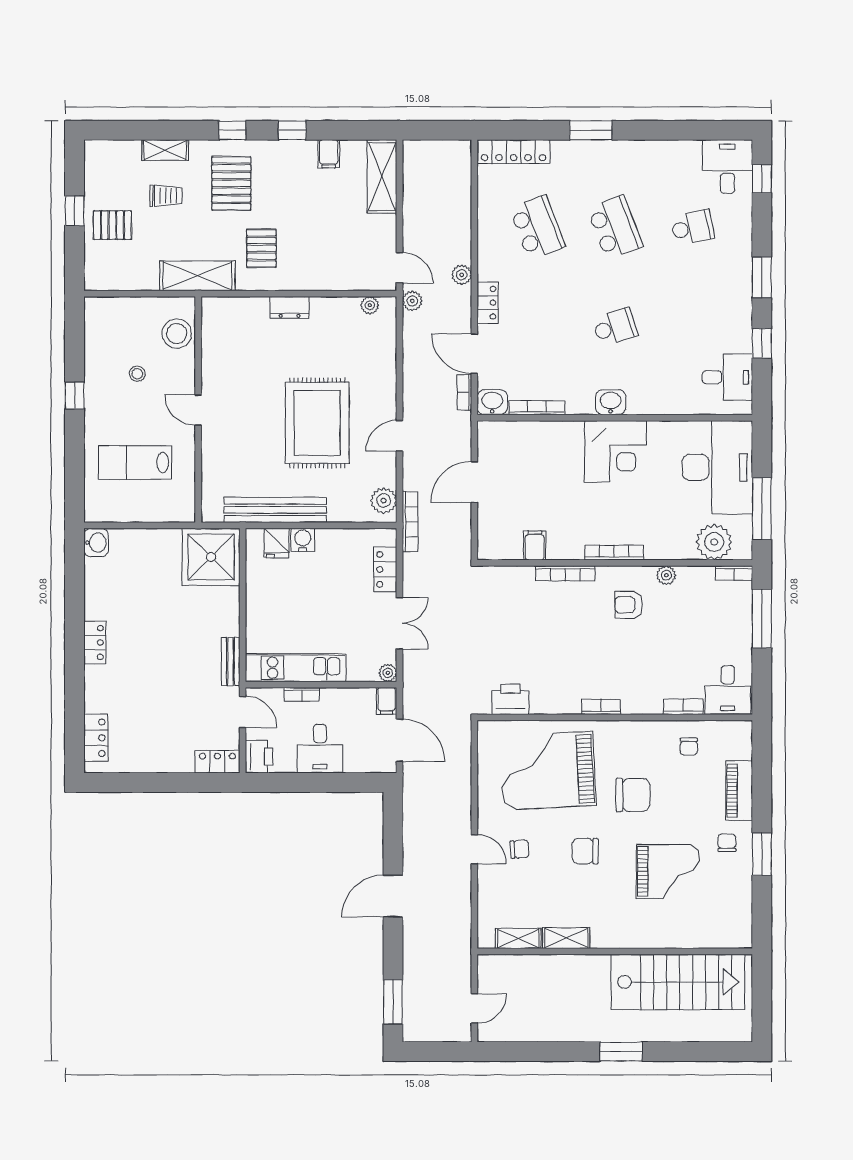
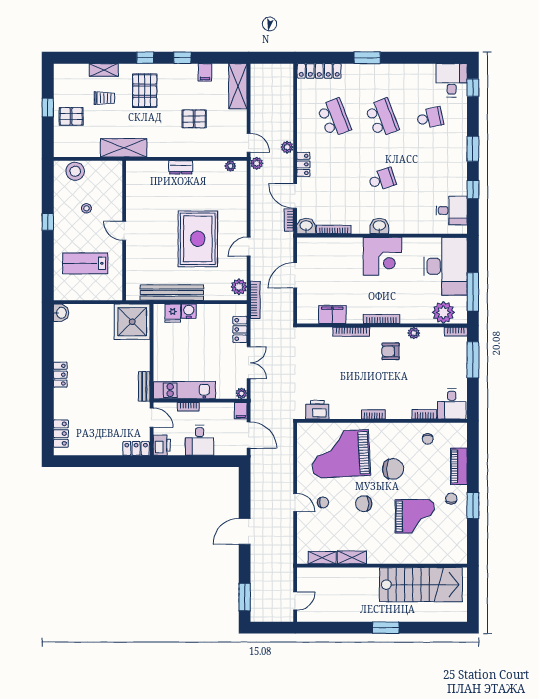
pallet: (261, 248) -> (194, 119), moved, turned 90
stool: (177, 334) -> (75, 171), moved
filing cabinet: (535, 545) -> (332, 314), width x2.00

